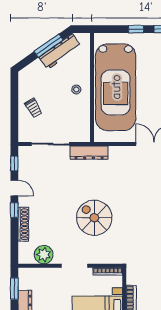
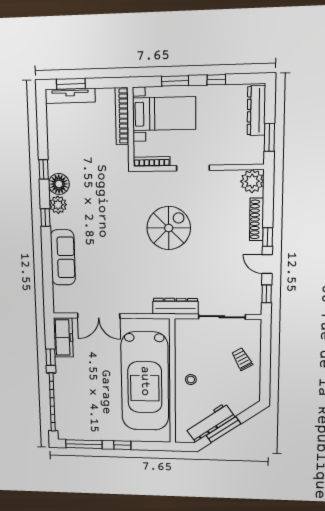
car: (116, 87) -> (145, 381), turned 180
spiral stairs: (94, 218) -> (169, 228), turned -90
plant: (44, 255) -> (252, 181), moved

